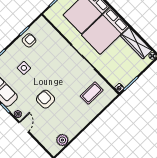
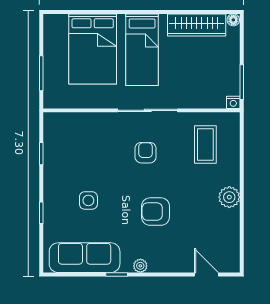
bed: (105, 31) -> (142, 50), width x0.67
armchair: (29, 40) -> (146, 153), moved
door: (24, 127) -> (206, 274), moved
plant: (62, 140) -> (229, 197), moved

